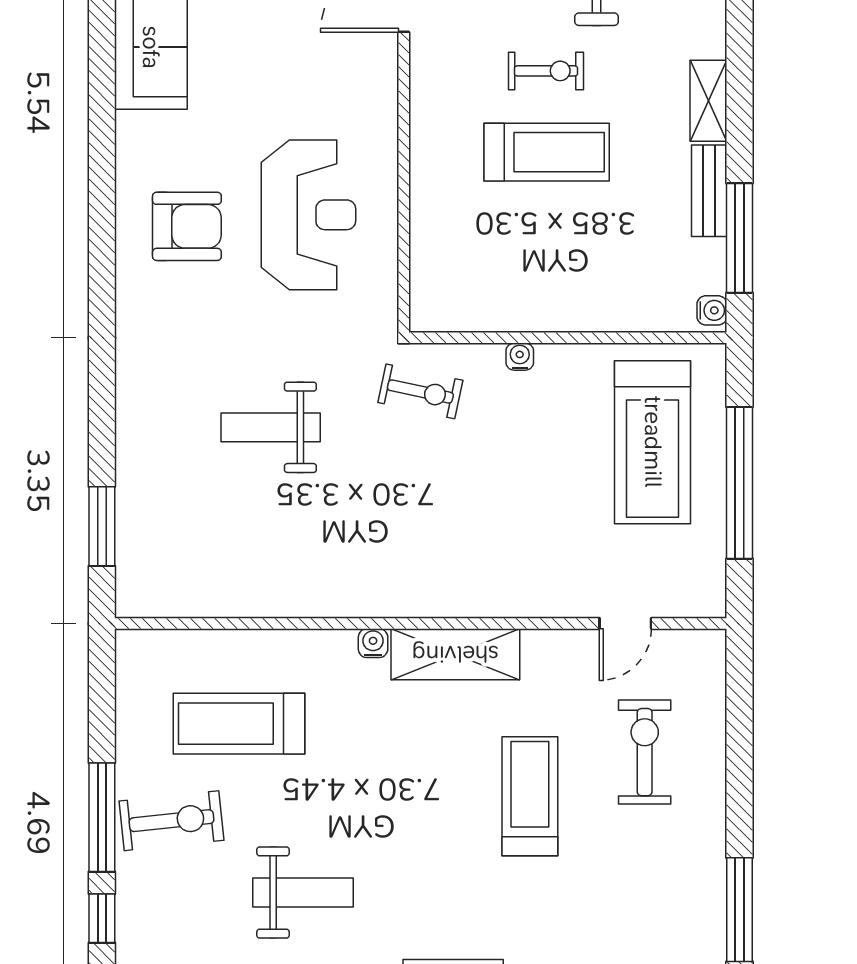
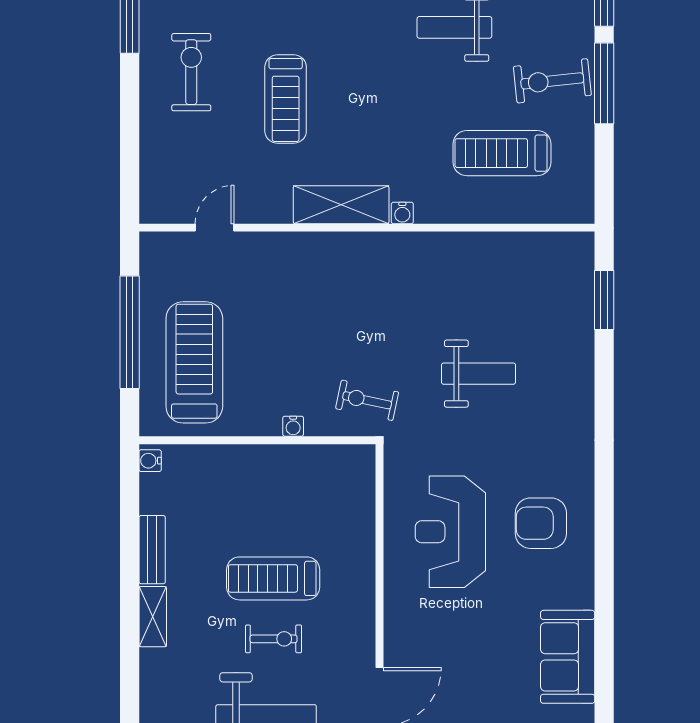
exercise bike: (546, 71) -> (274, 639), turned 180
window: (740, 238) -> (130, 515), removed
treadmill: (239, 724) -> (502, 153), turned 180
exercise bike: (645, 752) -> (191, 72), moved, turned 180

